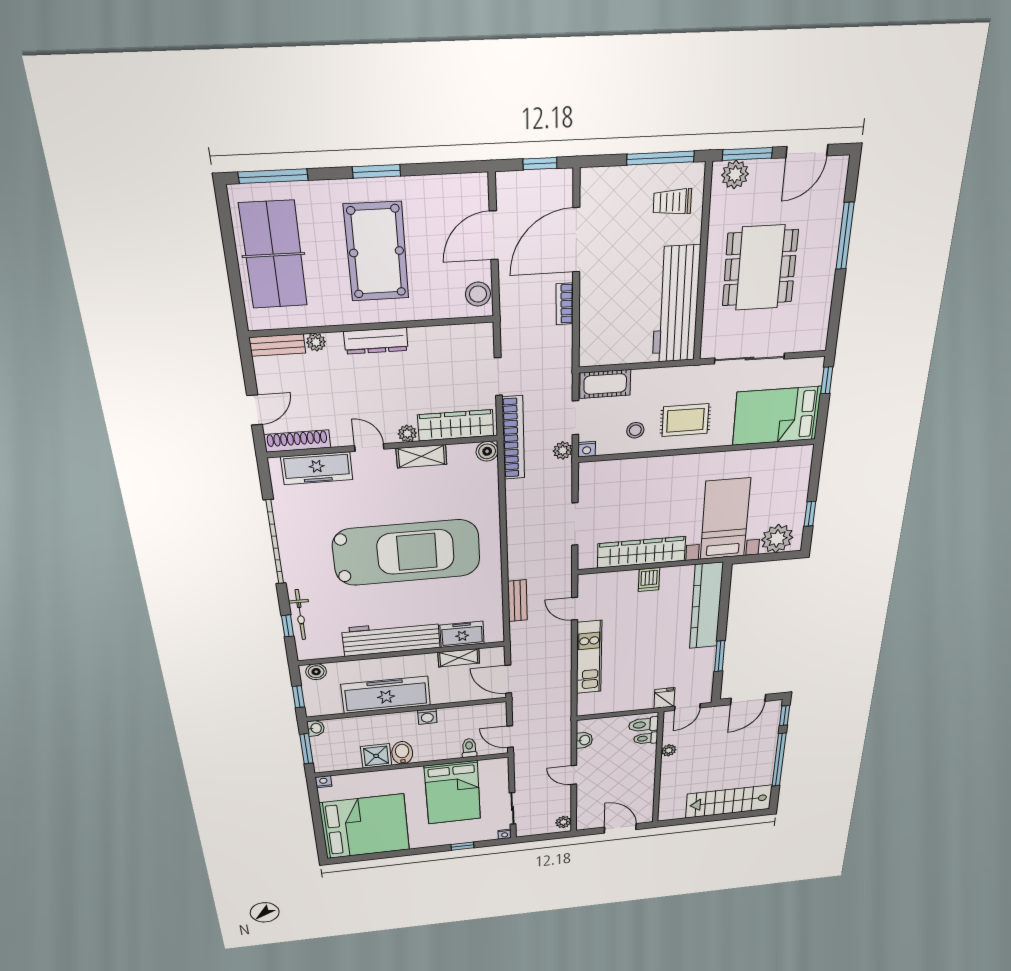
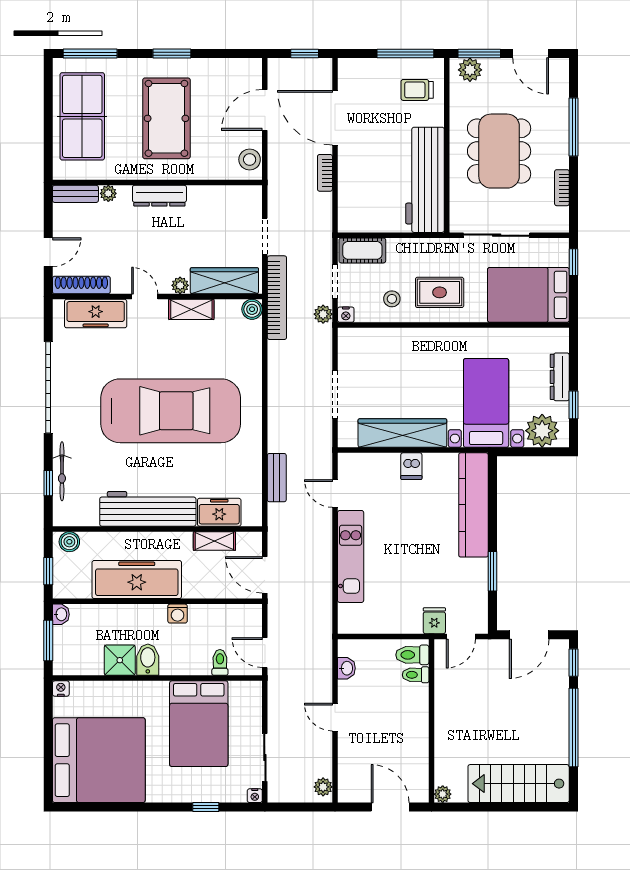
door: (807, 151) -> (531, 54), hinge flipped
door: (576, 240) -> (335, 118), hinge flipped
bookcase: (824, 304) -> (562, 188), added
dresser: (800, 490) -> (560, 377), added
plant: (669, 750) -> (443, 794), moved

